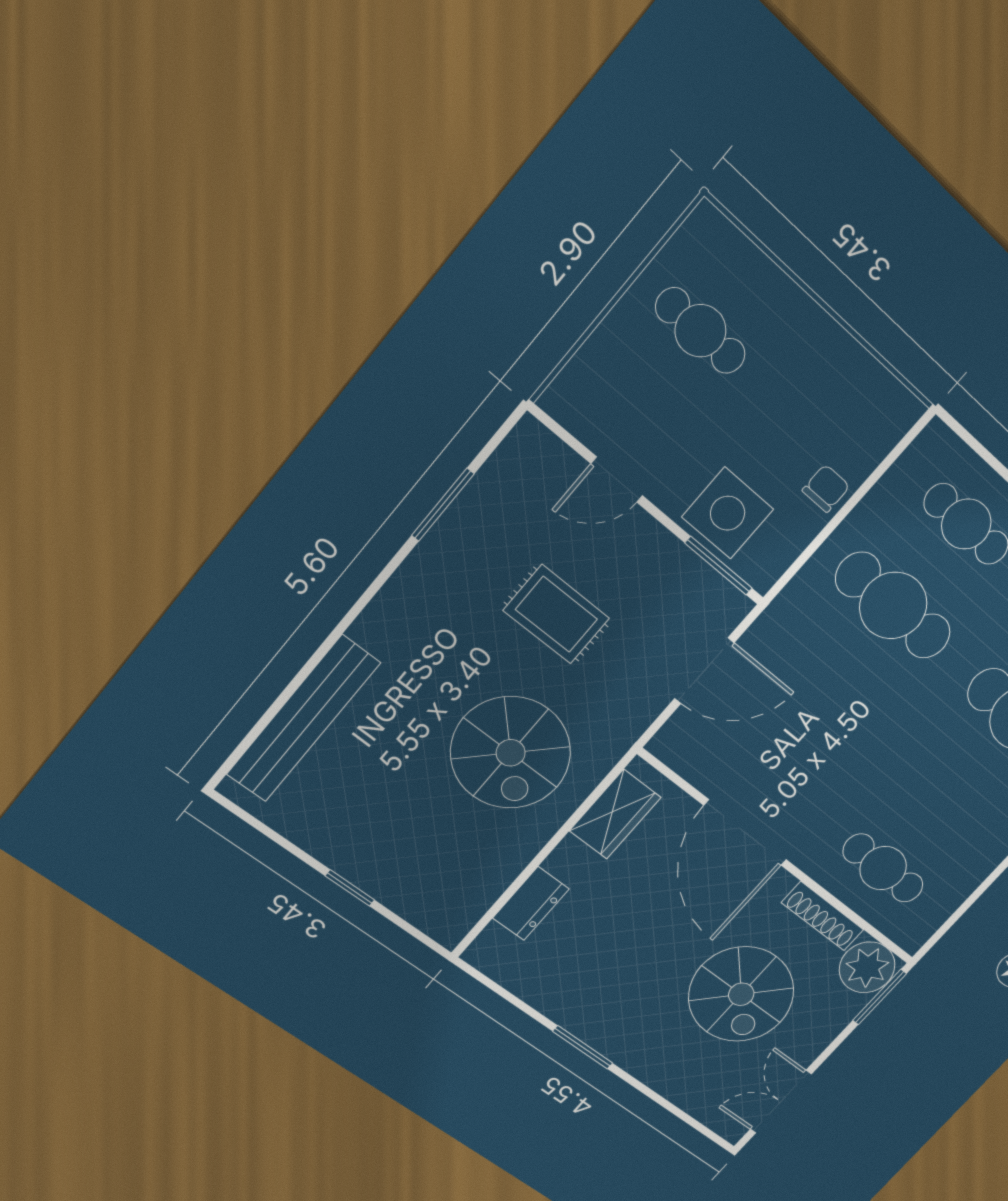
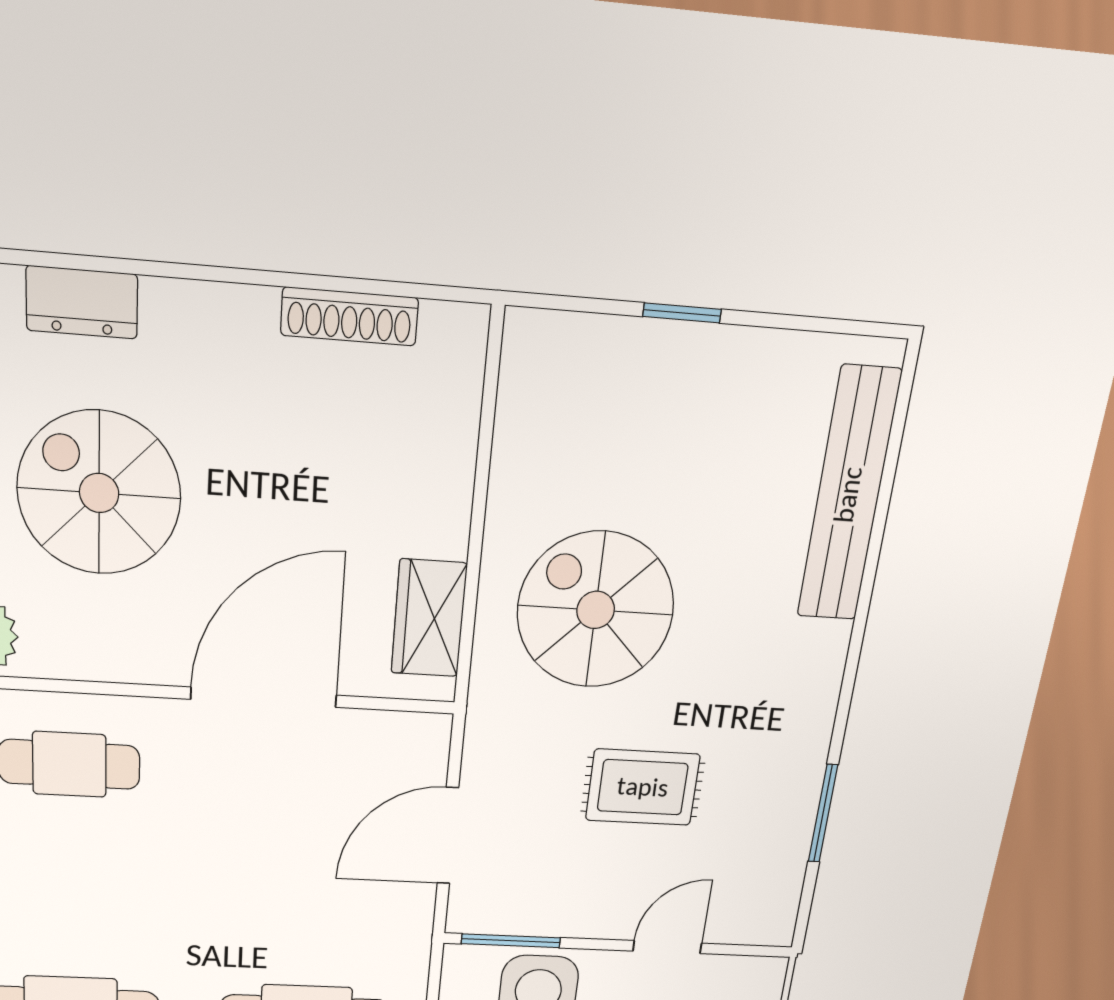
door: (745, 833) -> (264, 697), hinge flipped
dresser: (531, 904) -> (82, 302), moved, turned -90
shoe rack: (823, 916) -> (350, 316), moved, turned 180
window: (583, 1047) -> (242, 276), removed

